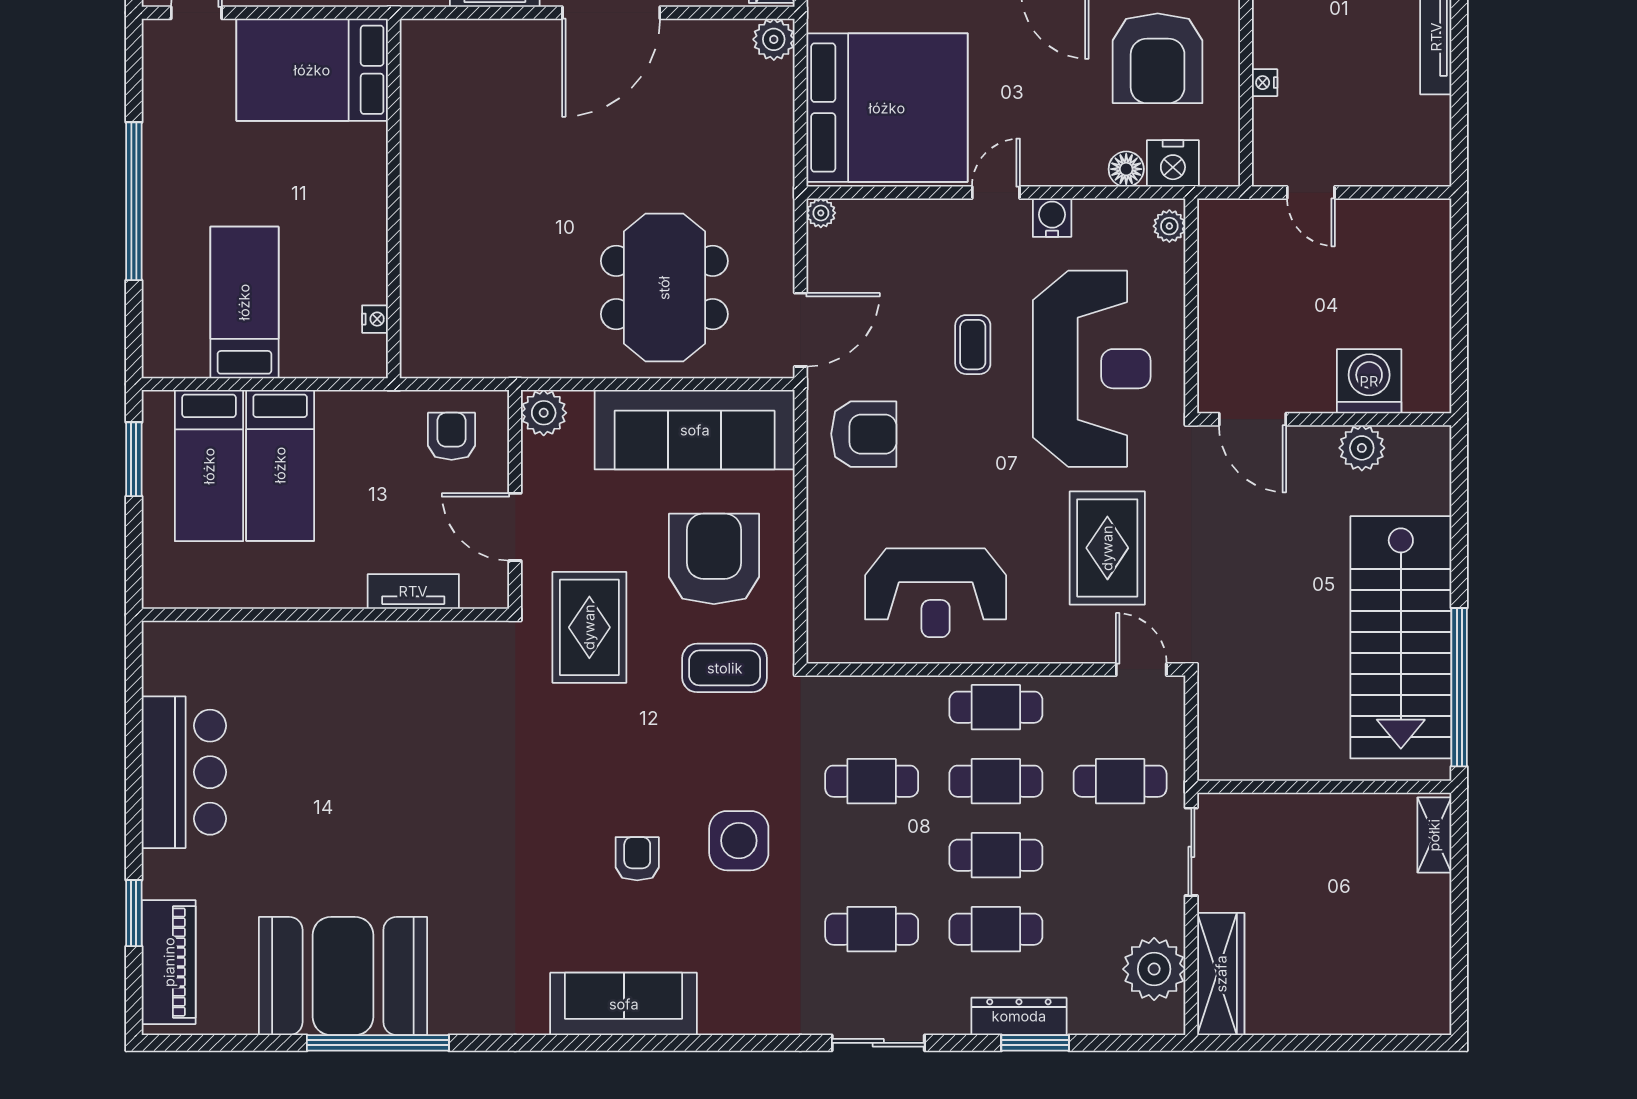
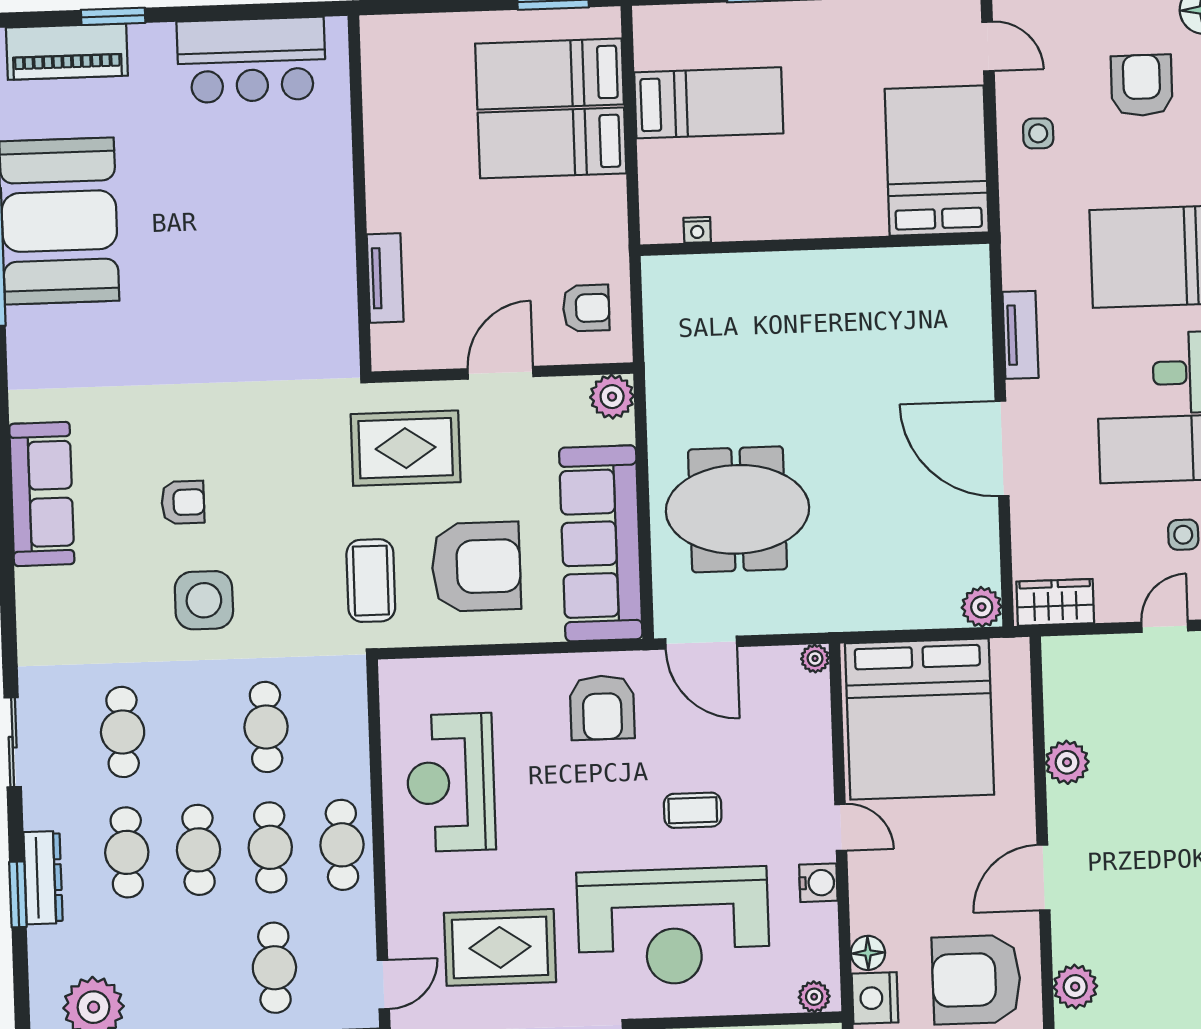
tv unit: (413, 591) -> (385, 278), moved
wall: (325, 615) -> (360, 194), moved

